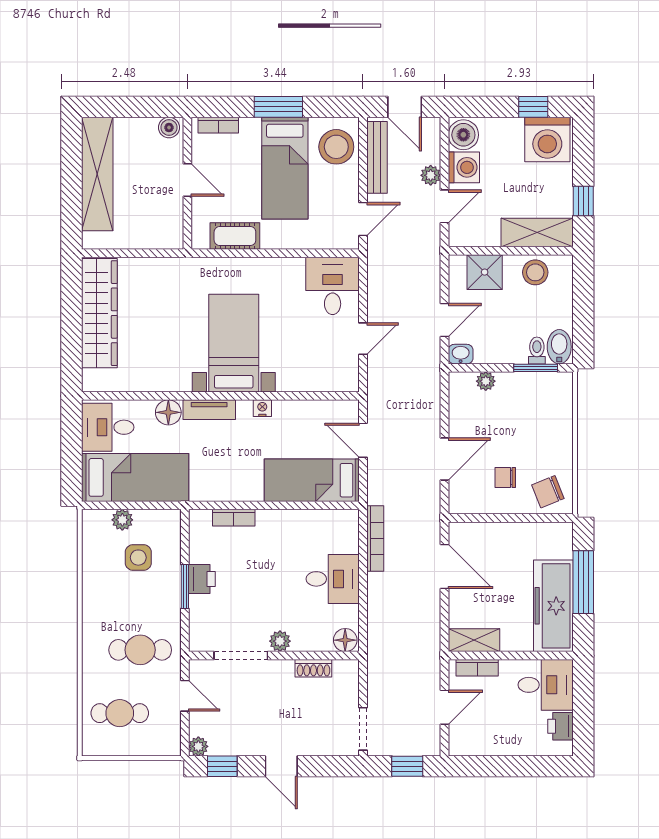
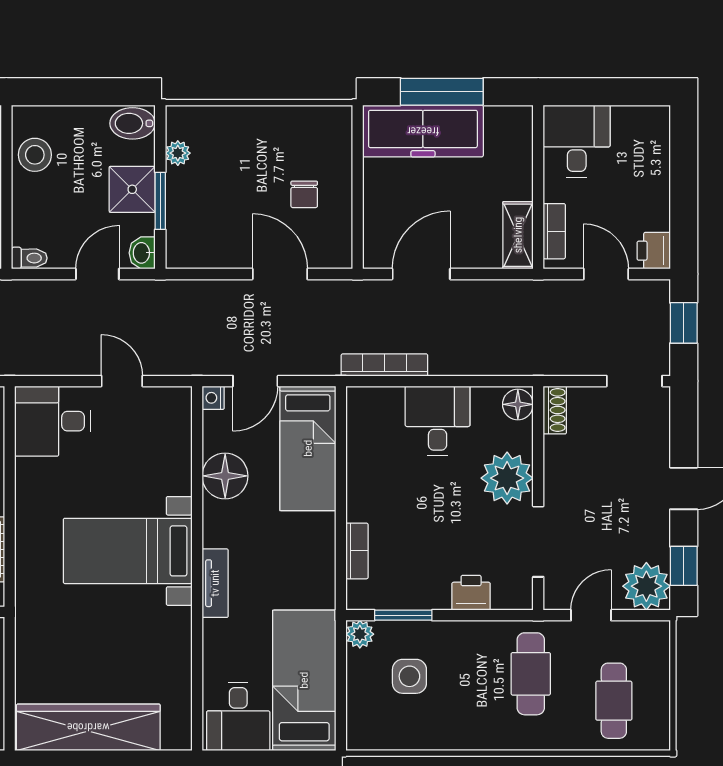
shower: (485, 272) -> (132, 189), moved
door: (445, 320) -> (97, 274), hinge flipped
toilet: (537, 350) -> (29, 258), moved, turned 180
window: (536, 368) -> (160, 201), moved
plant: (486, 381) -> (178, 153), moved
nightstand: (262, 408) -> (213, 398), moved
floor lamp: (168, 412) -> (225, 476), moved, width x1.38, depth x1.38
chair: (548, 492) -> (323, 138), removed
plant: (122, 520) -> (360, 634), moved
printer: (202, 579) -> (471, 593), moved
window: (185, 587) -> (403, 615), moved
freezer: (553, 606) -> (423, 131), moved
plant: (280, 641) -> (507, 478), width x1.88, depth x1.88
shoe rack: (313, 668) -> (555, 410), moved
printer: (560, 726) -> (654, 251), moved, turned 90
plant: (198, 746) -> (646, 586), width x1.88, depth x1.88

